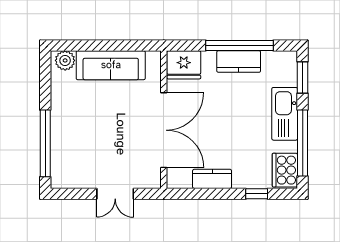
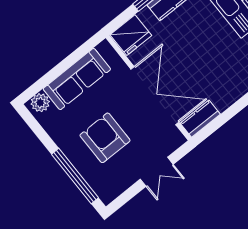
armchair: (95, 132) -> (105, 138), added
kitchen counter: (212, 179) -> (200, 119), moved

